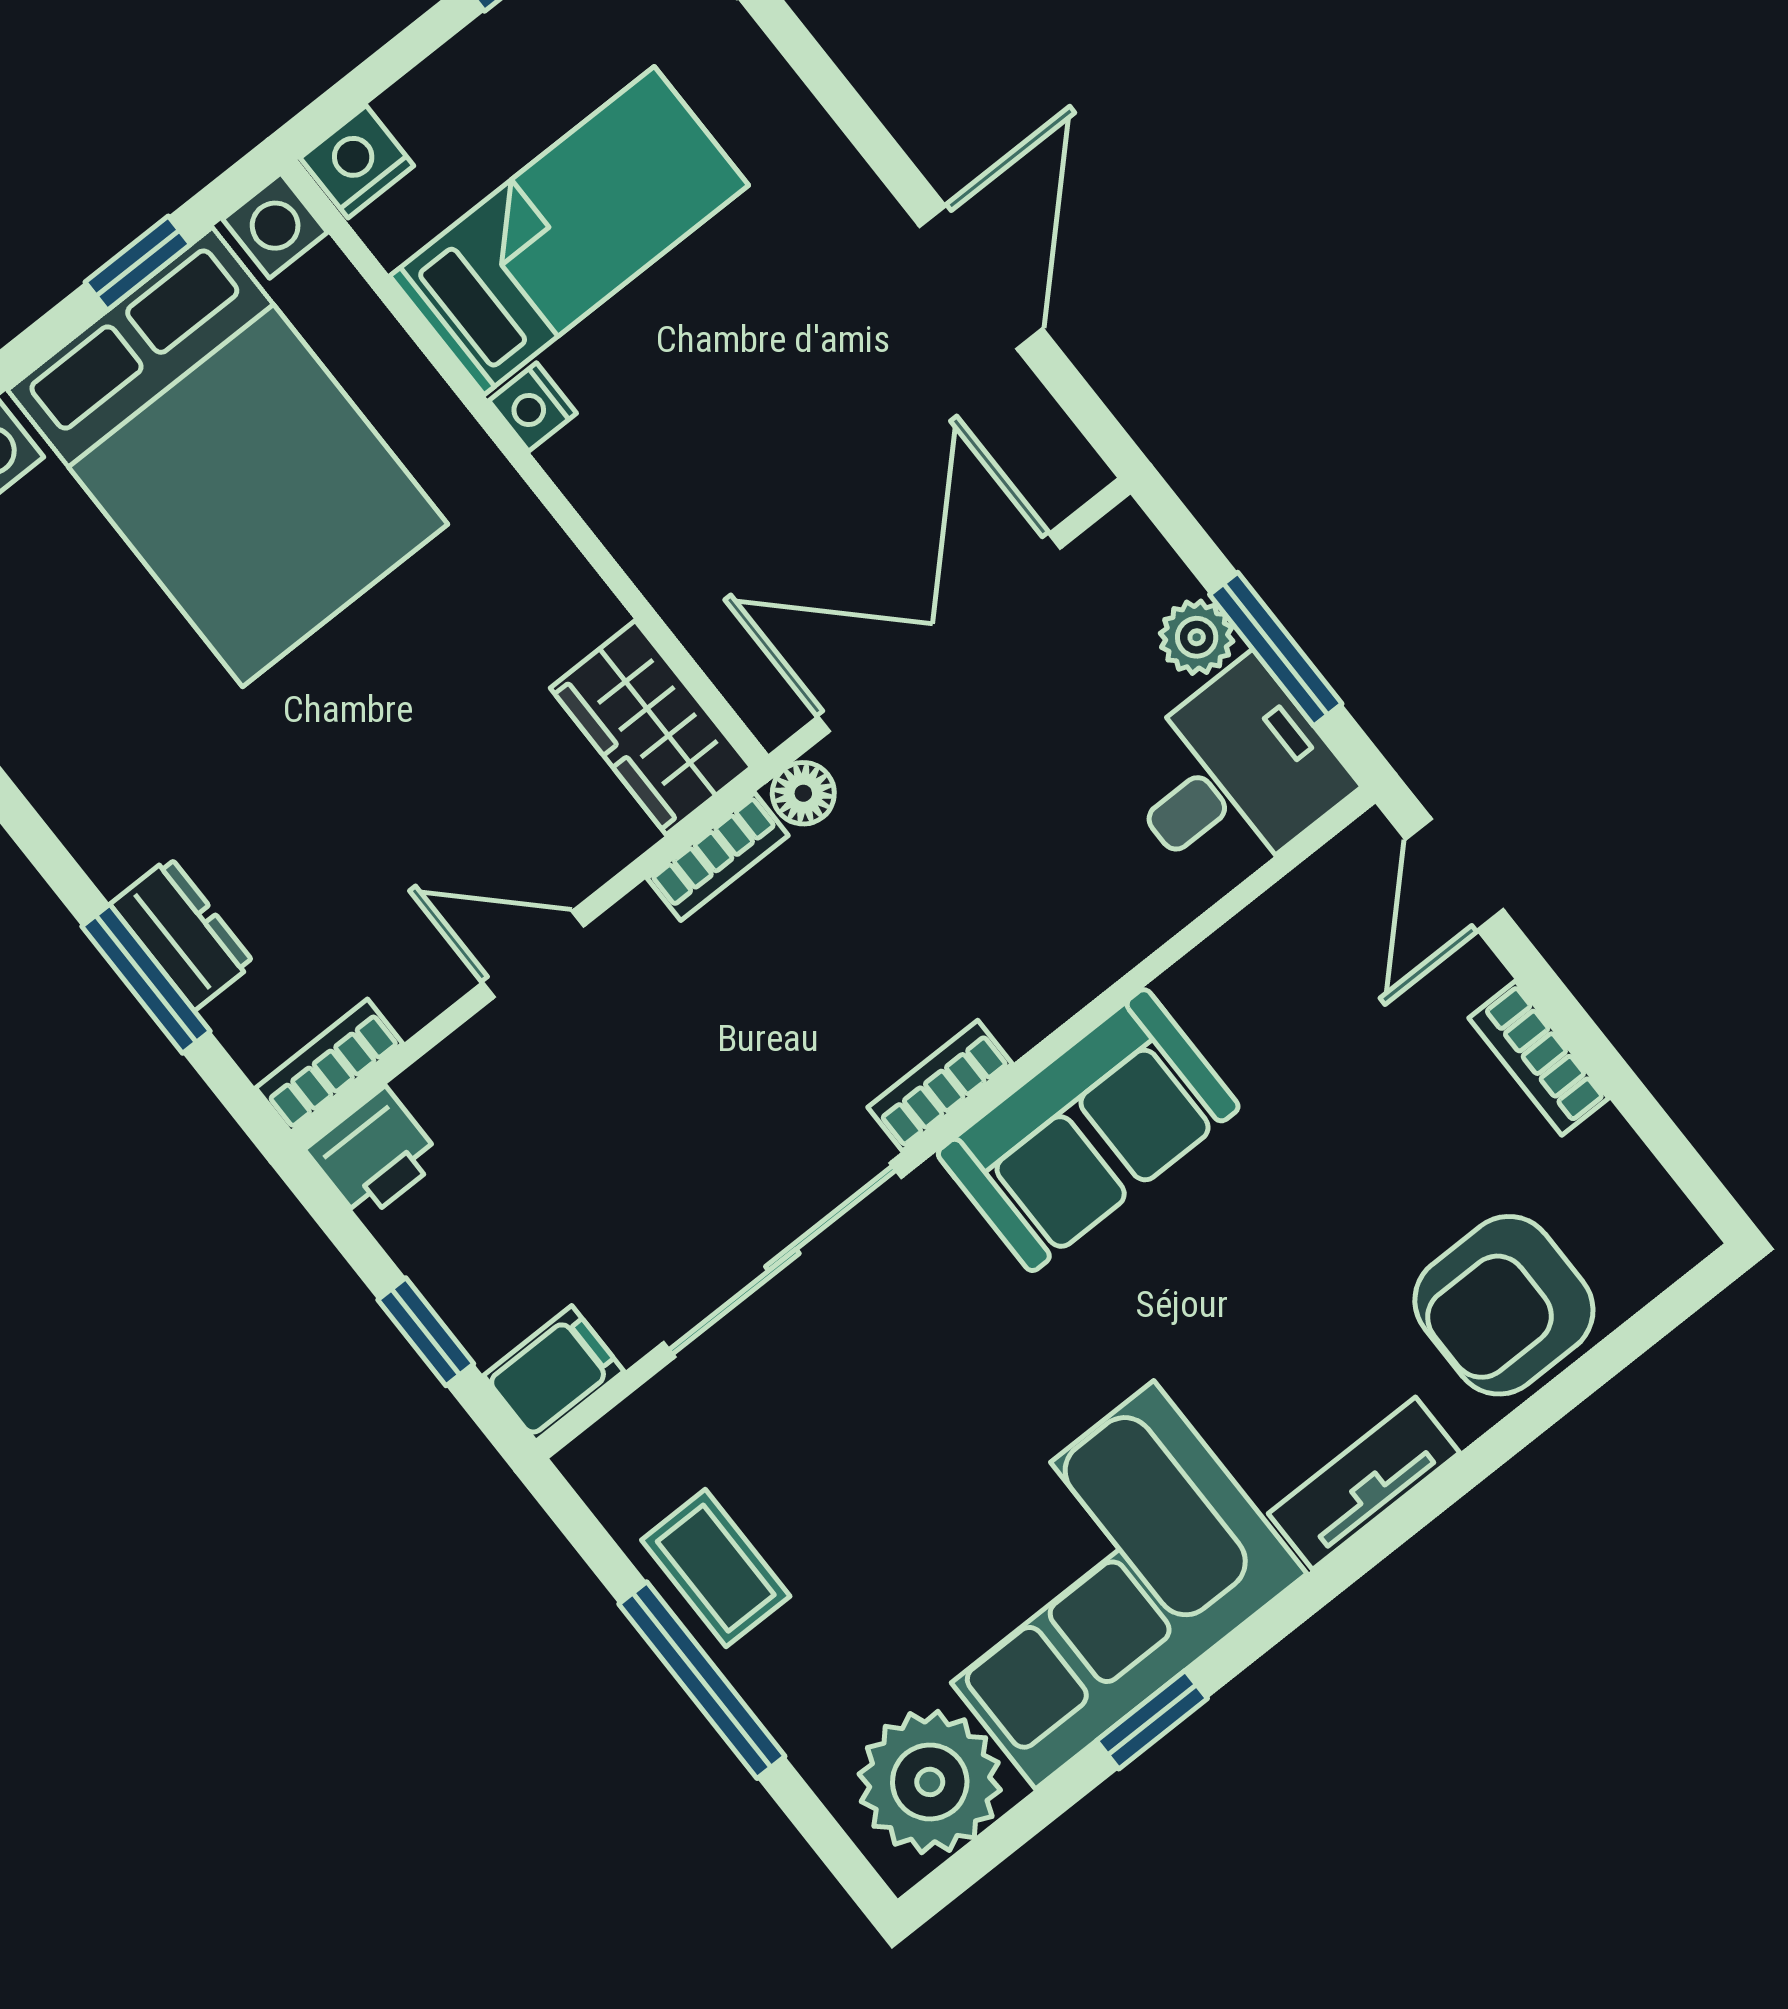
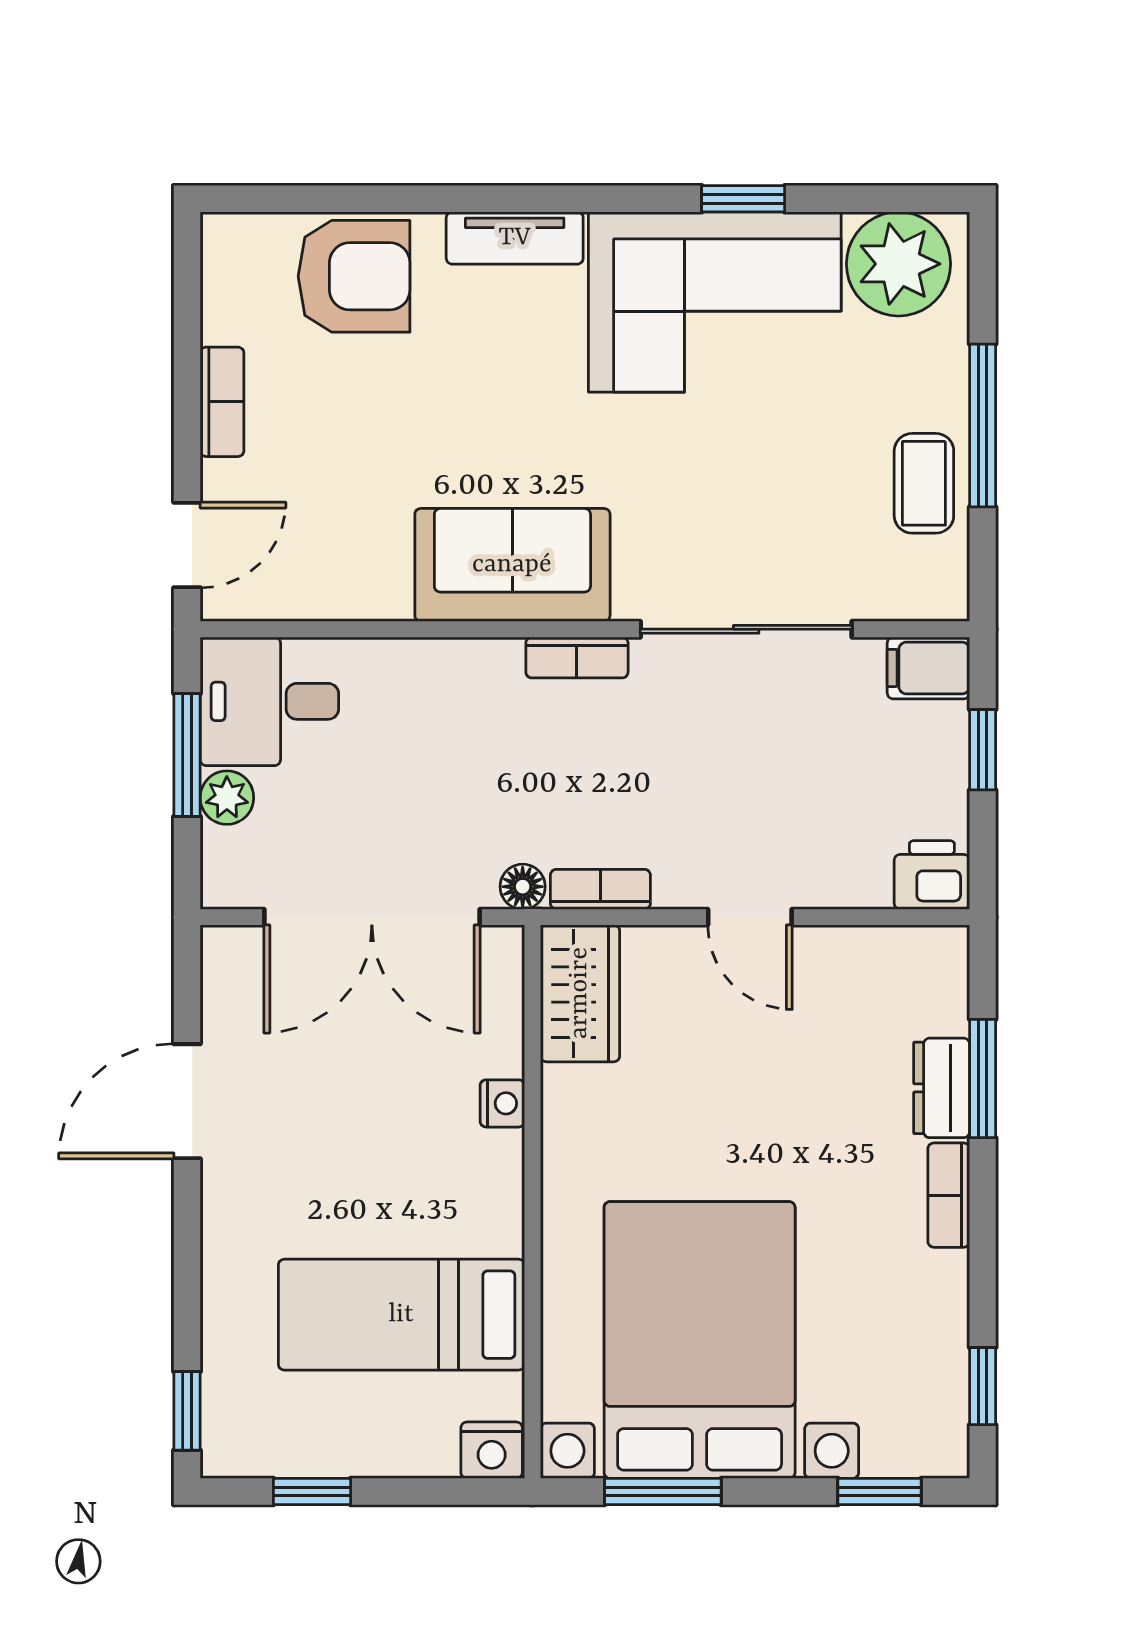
window: (138, 263) -> (663, 1492), width x1.50
nightstand: (533, 407) -> (502, 1103), moved
bookcase: (329, 1066) -> (949, 1195), moved, turned 90

